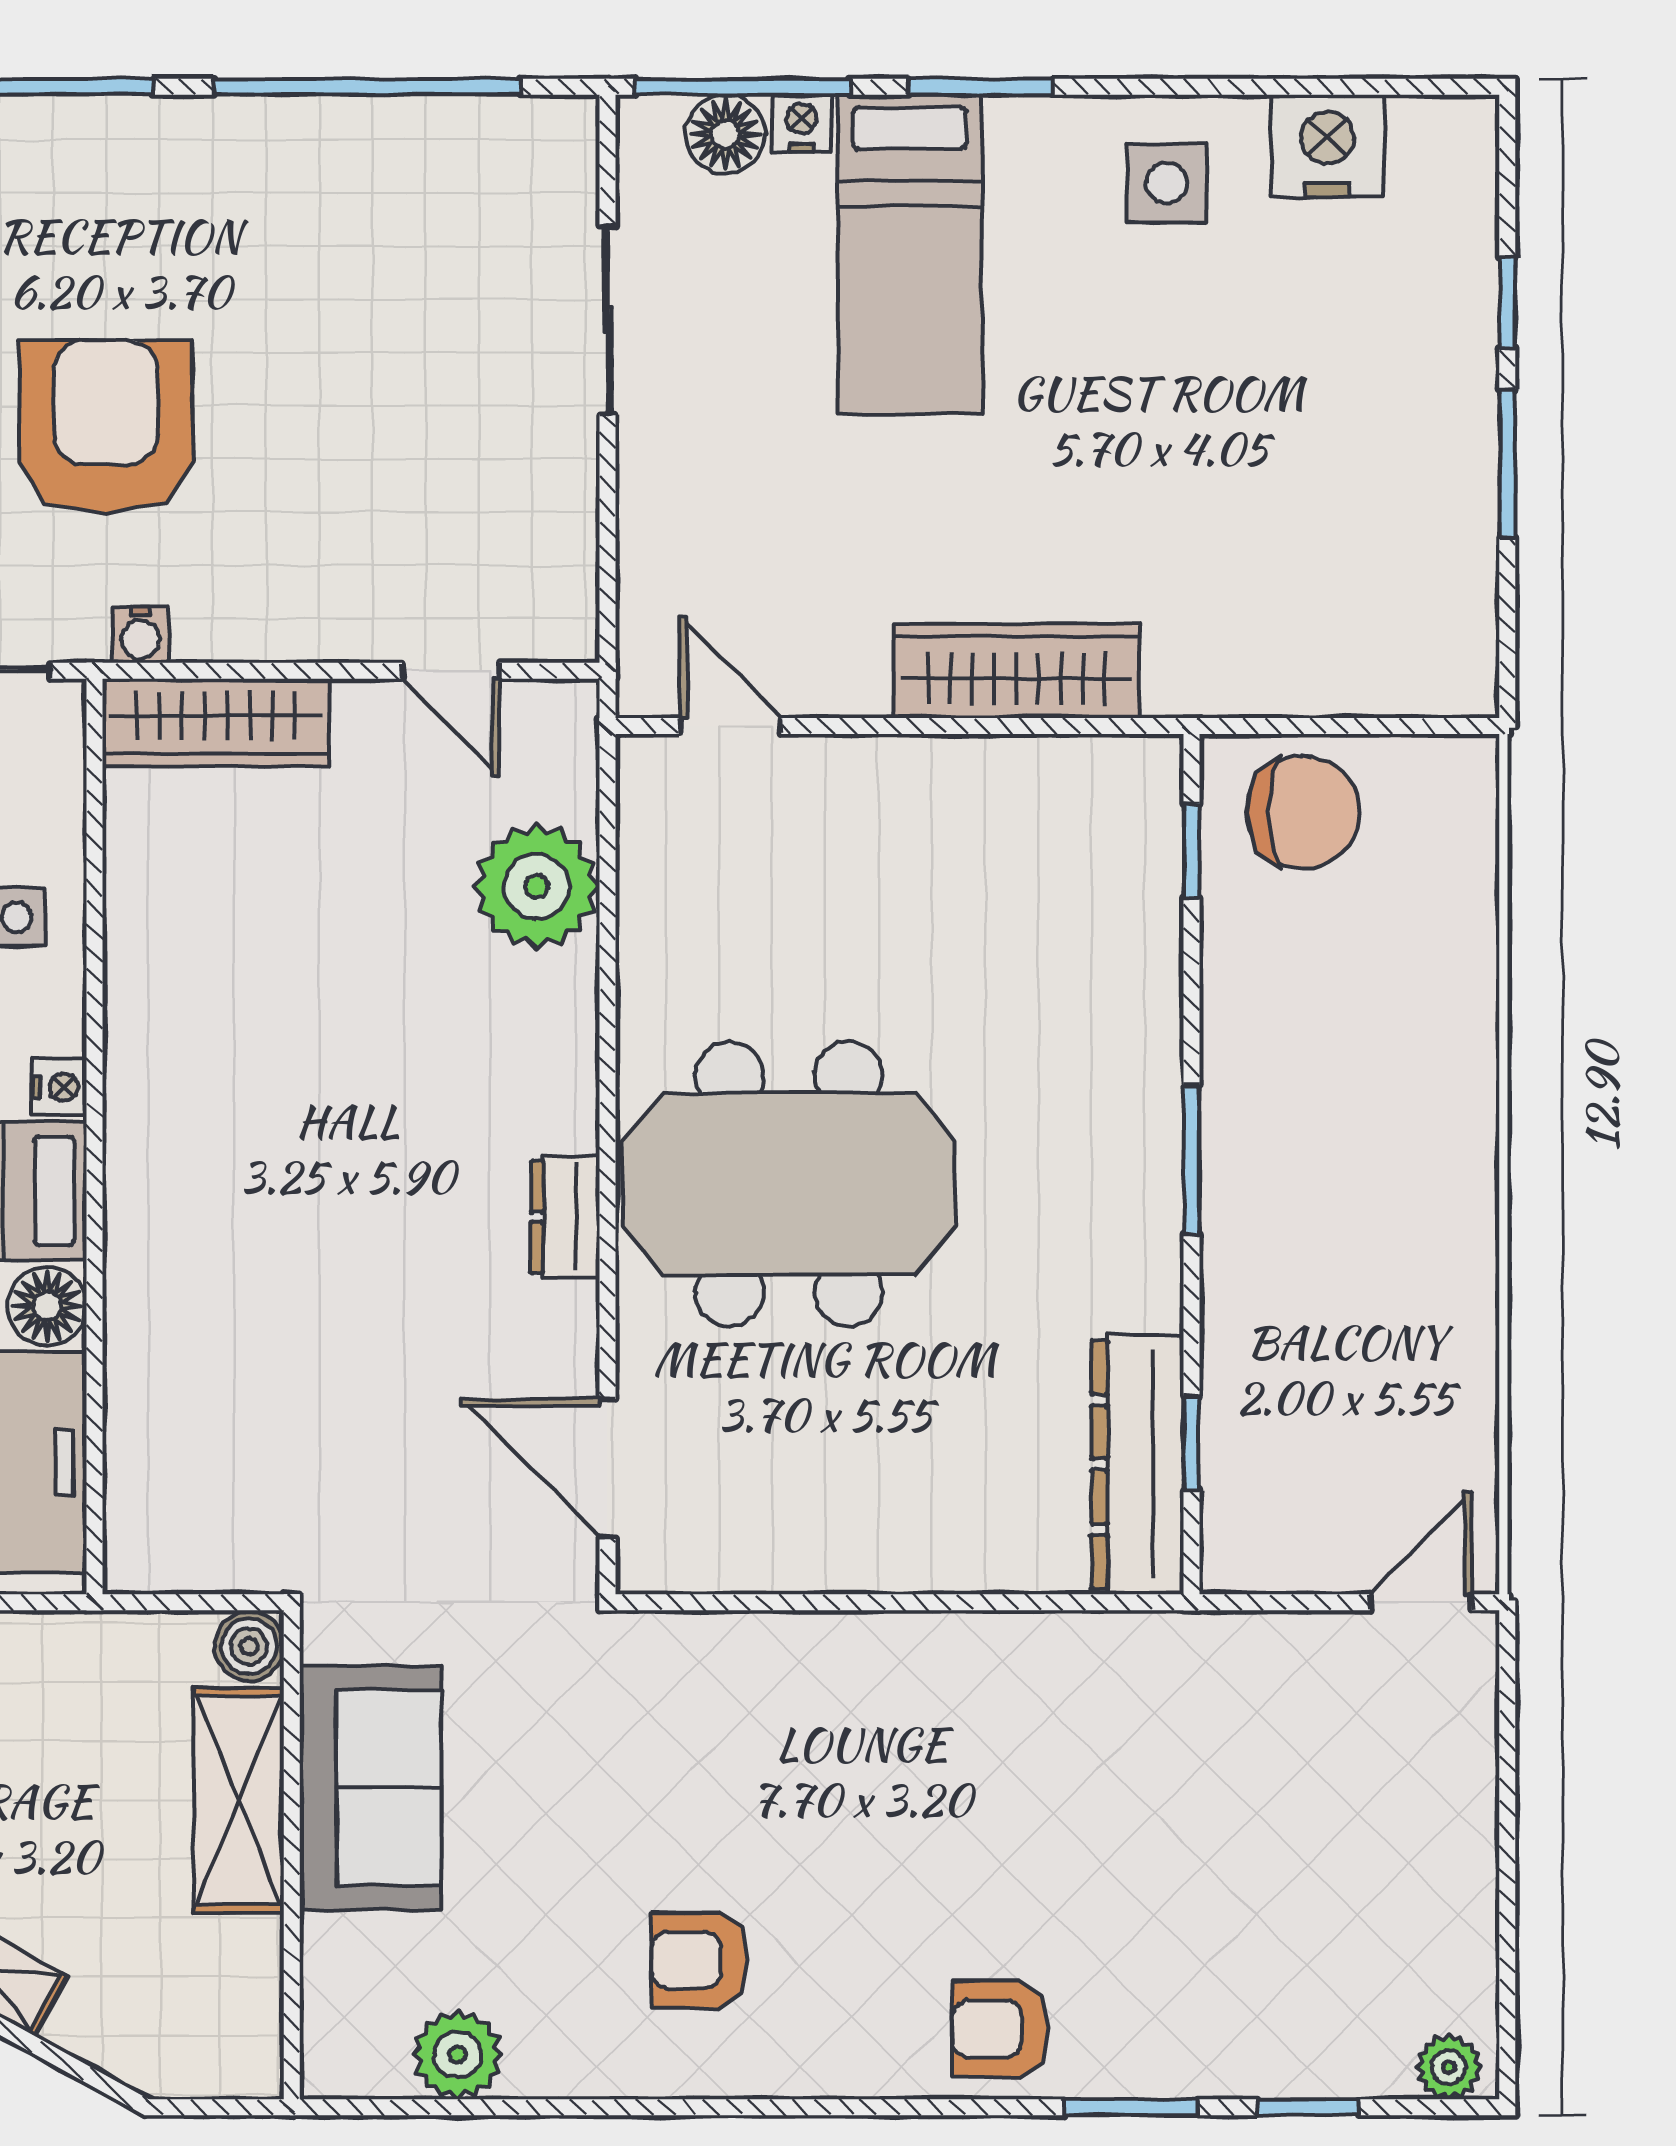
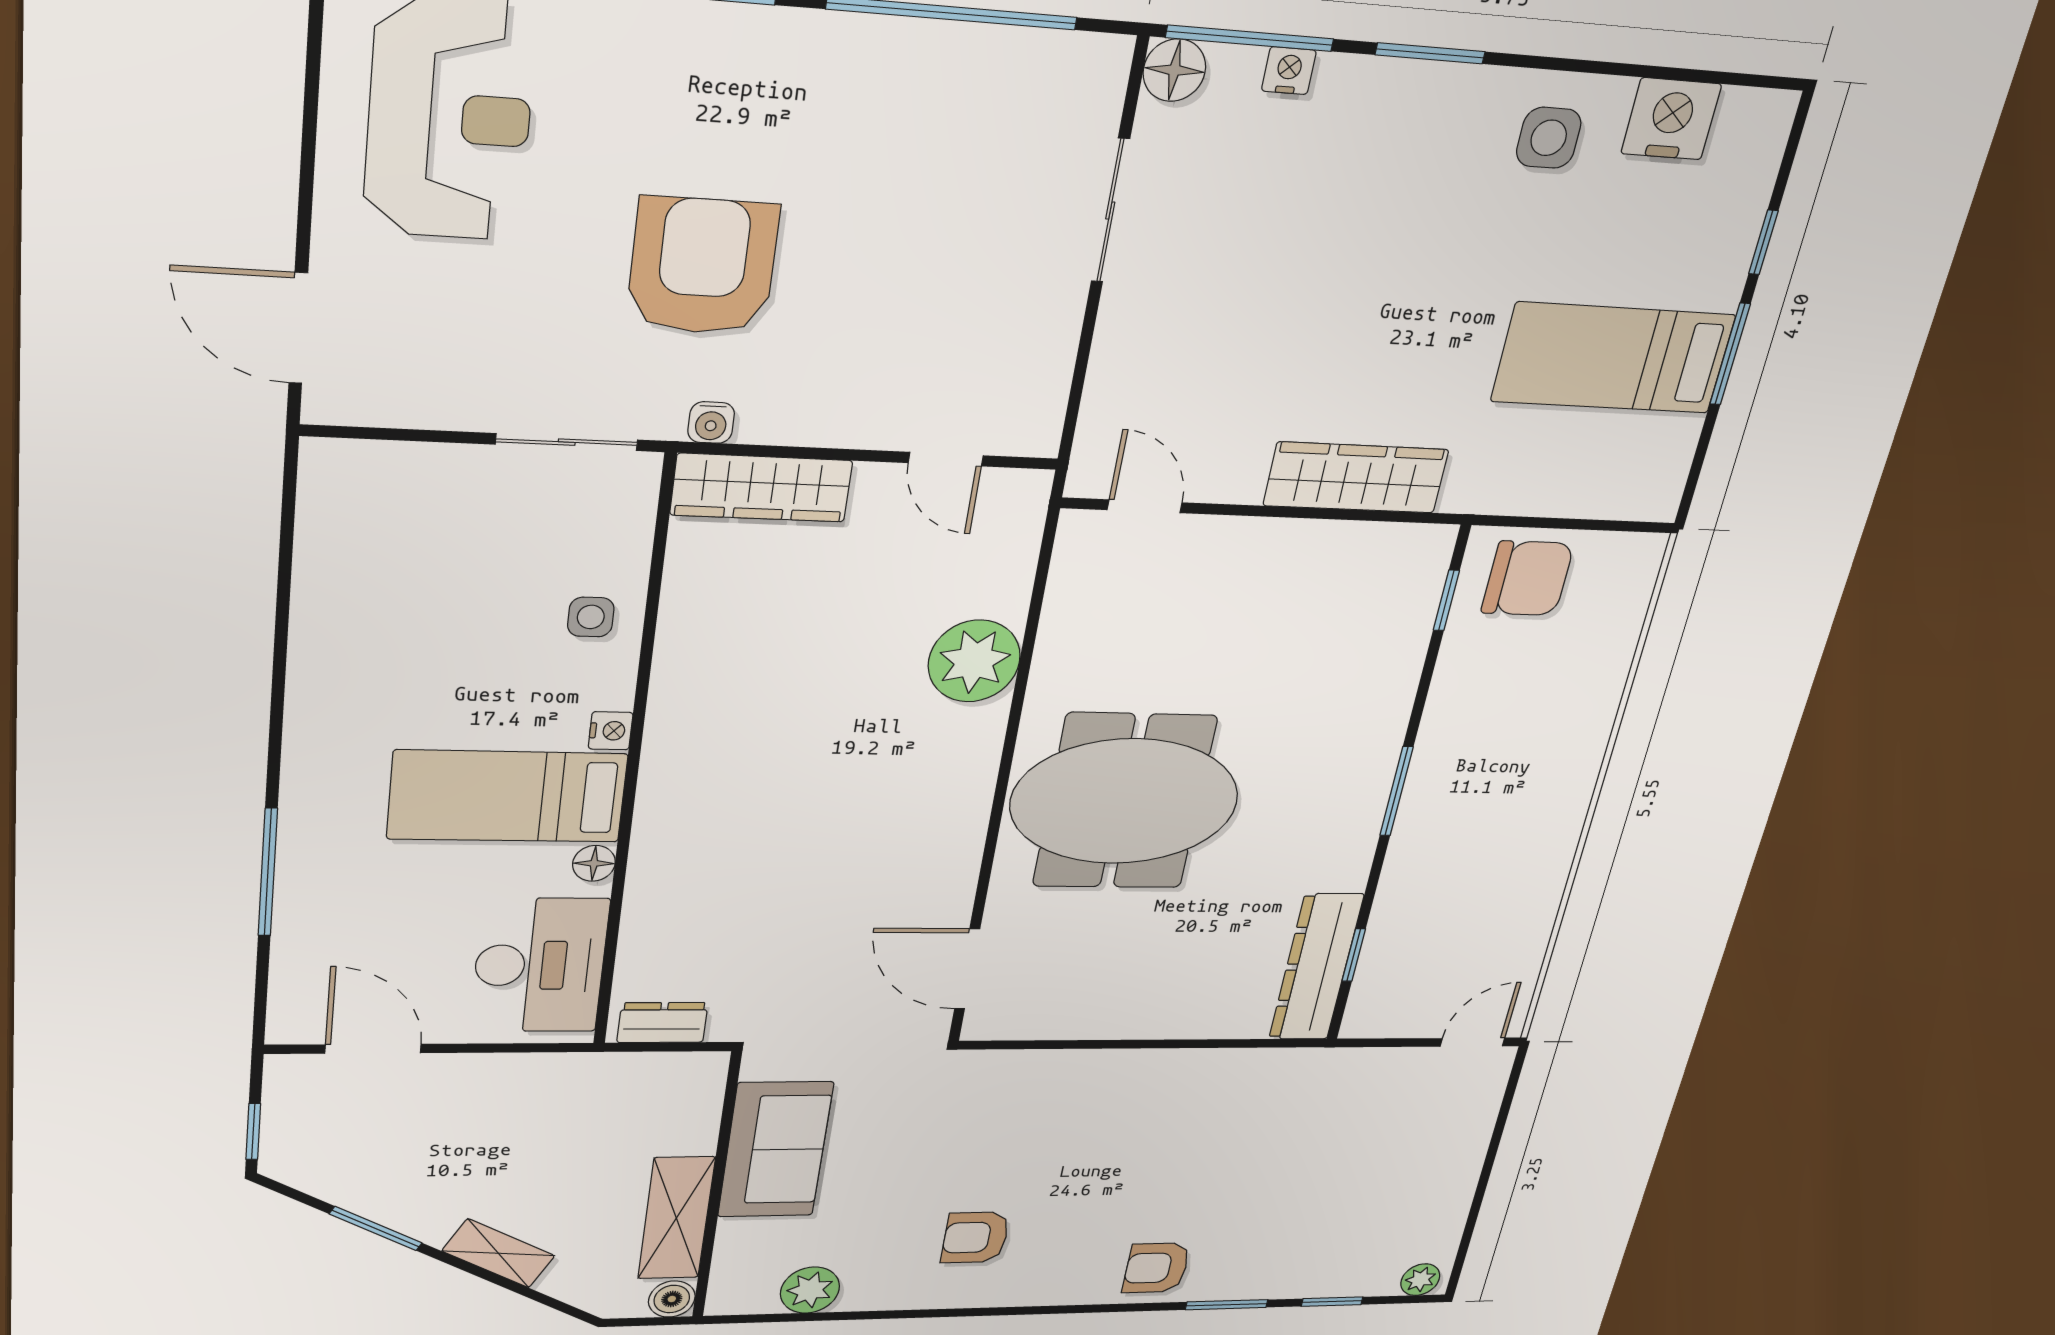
floor lamp: (725, 134) -> (1174, 70), moved
bed: (910, 255) -> (1613, 358), moved, turned 90
plant: (537, 886) -> (974, 661), moved
dresser: (565, 1217) -> (662, 1023), moved, turned 90
floor lamp: (47, 1306) -> (594, 863), width x0.73, depth x0.73
boiler: (249, 1646) -> (672, 1299), moved
shelving: (239, 1800) -> (676, 1218), moved

